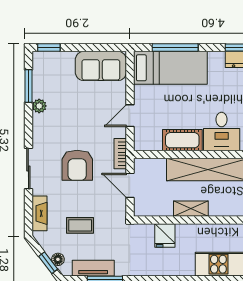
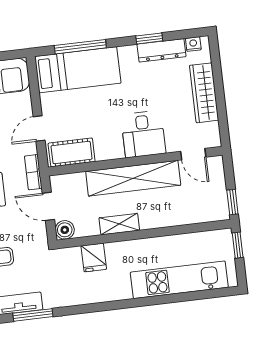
cot: (182, 140) -> (72, 152), moved
boiler: (142, 208) -> (65, 230), added

